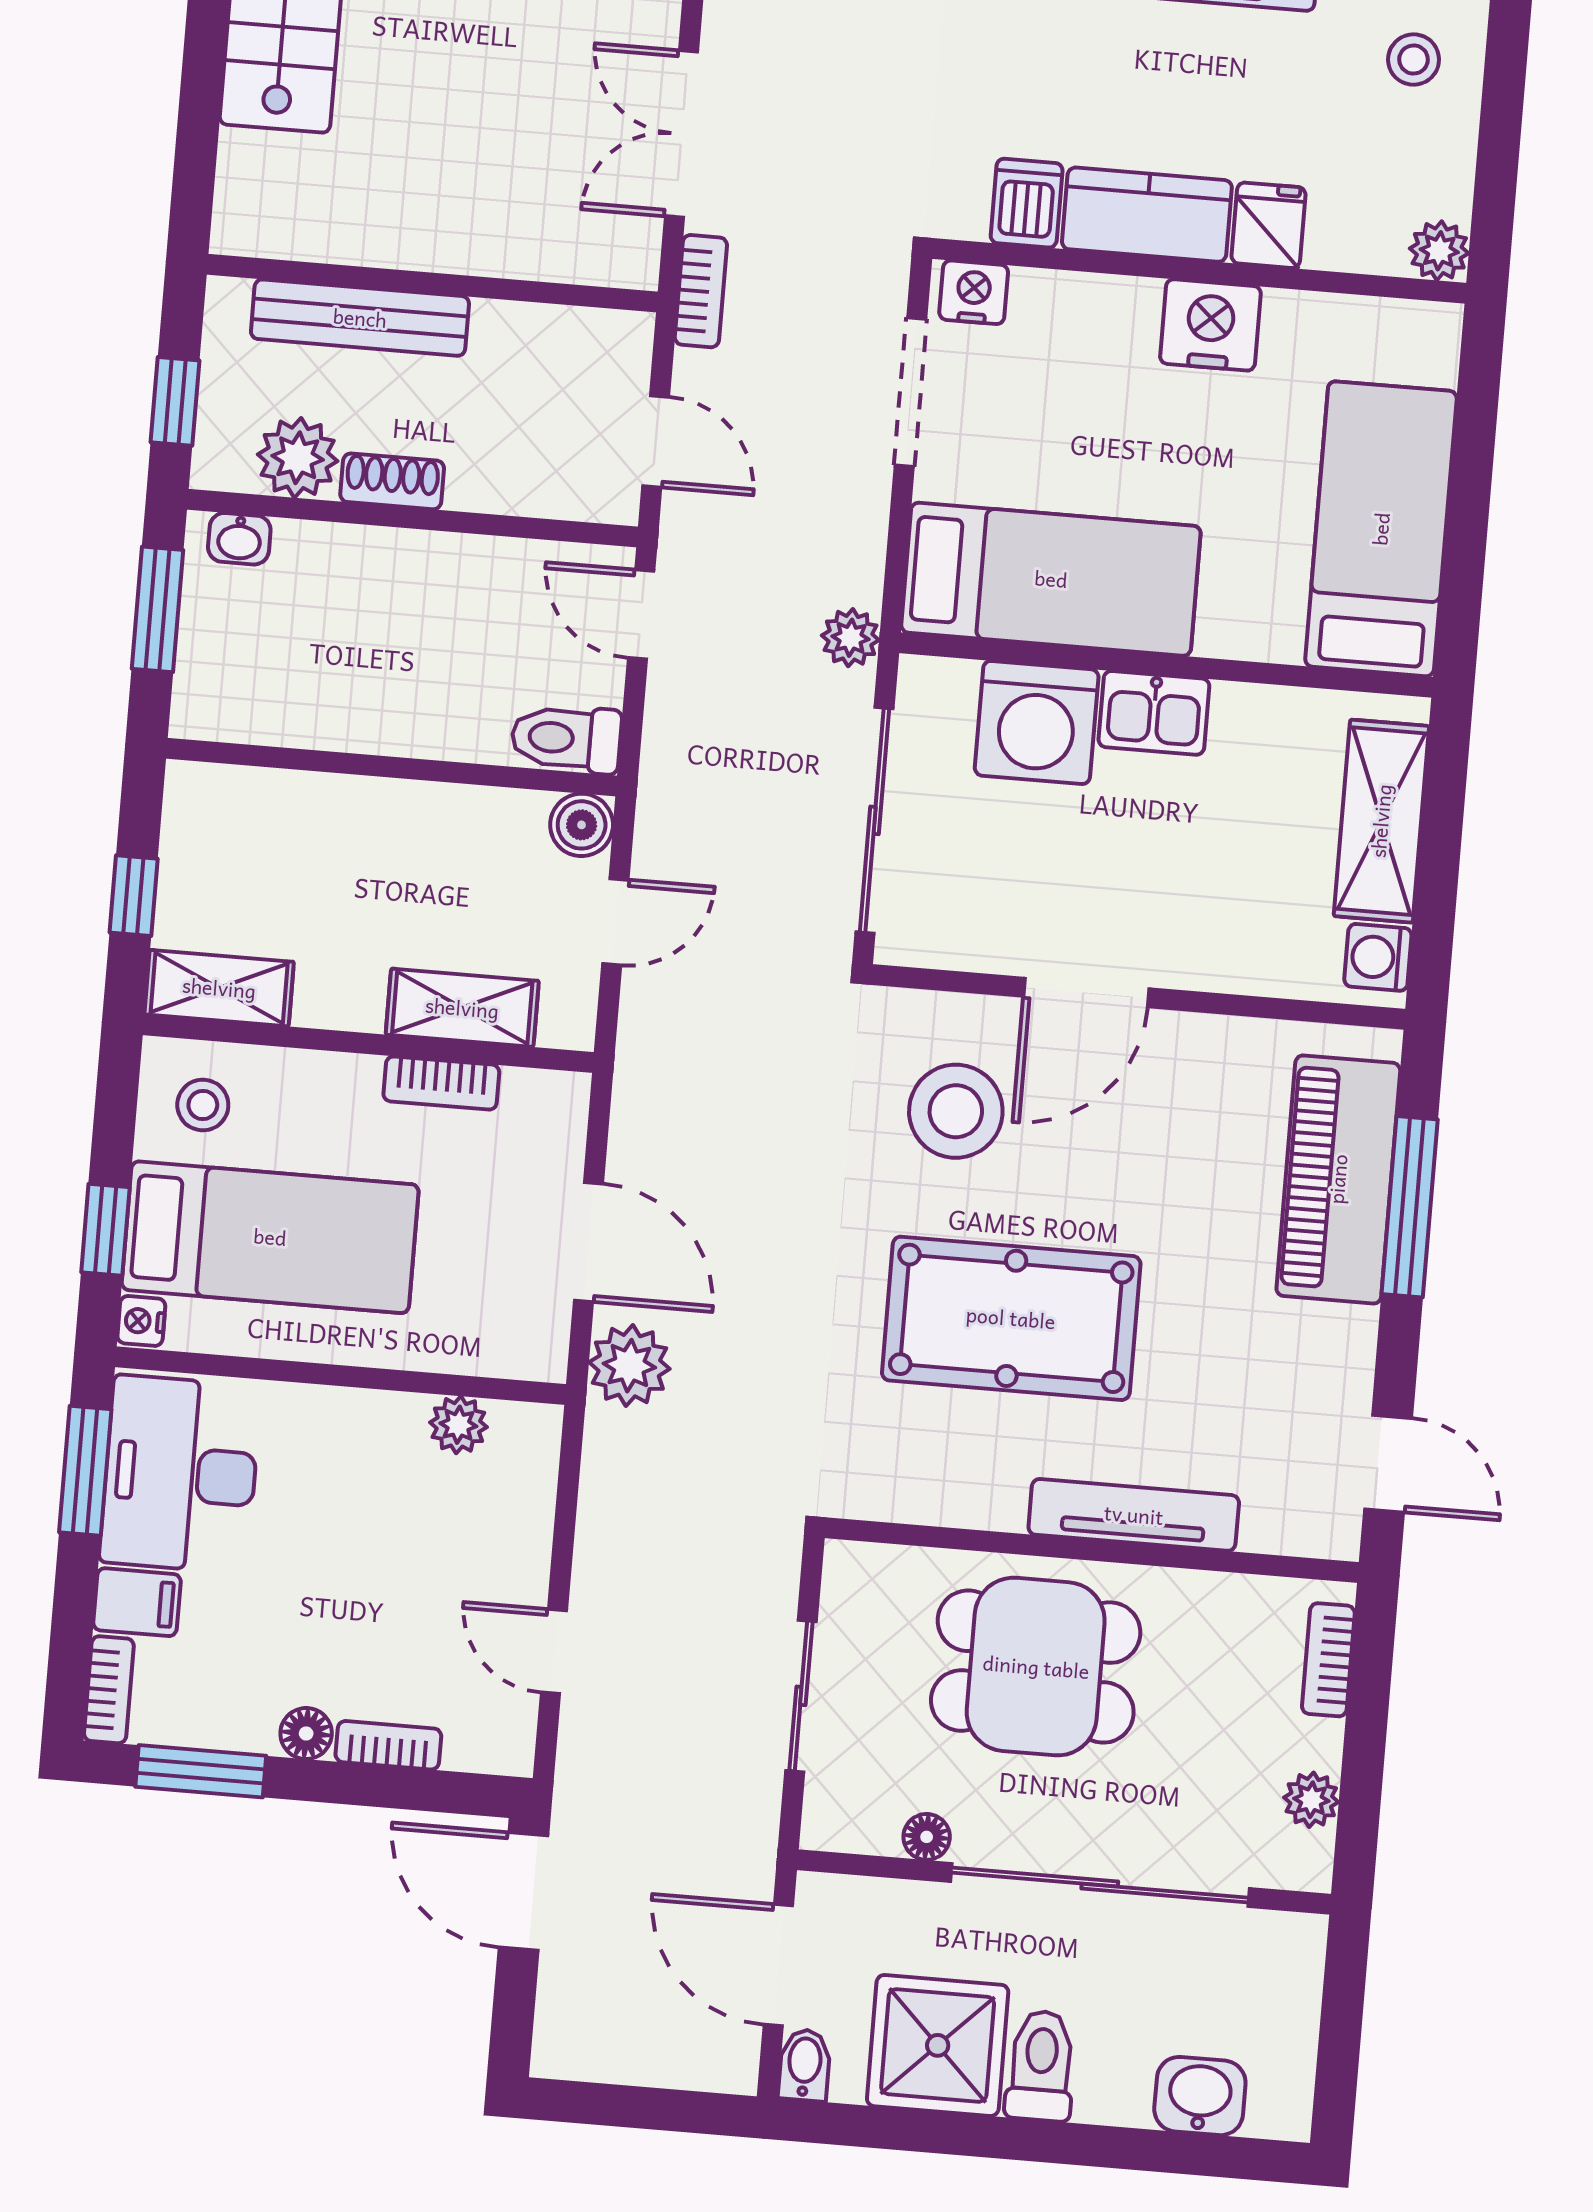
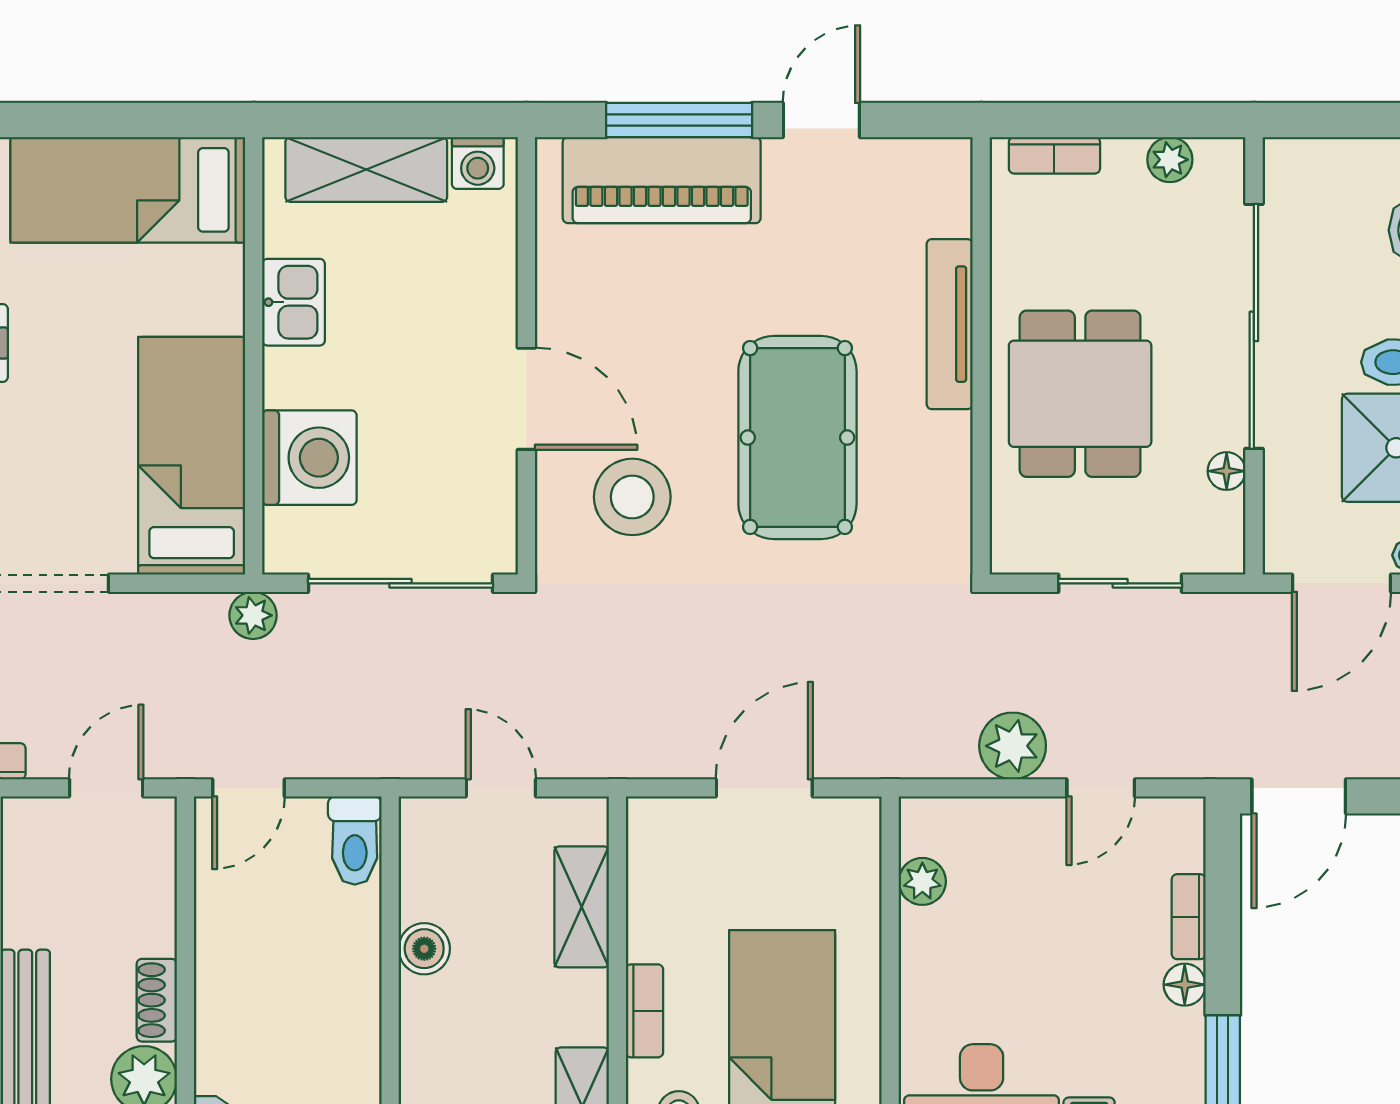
kitchen sink: (1154, 713) -> (294, 302), moved
boiler: (582, 825) -> (424, 949), moved
bookcase: (441, 1083) -> (645, 1011), moved
plant: (629, 1366) -> (1013, 746), moved
door: (1388, 1464) -> (821, 120), moved

